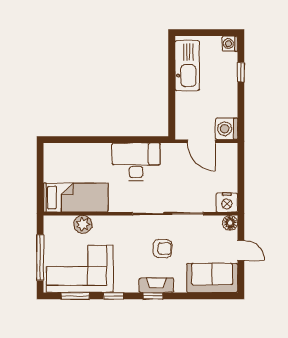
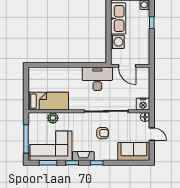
washing machine: (227, 129) -> (117, 42), moved, turned 180
desk: (136, 162) -> (97, 79), moved
fireplace: (156, 285) -> (83, 156), moved

